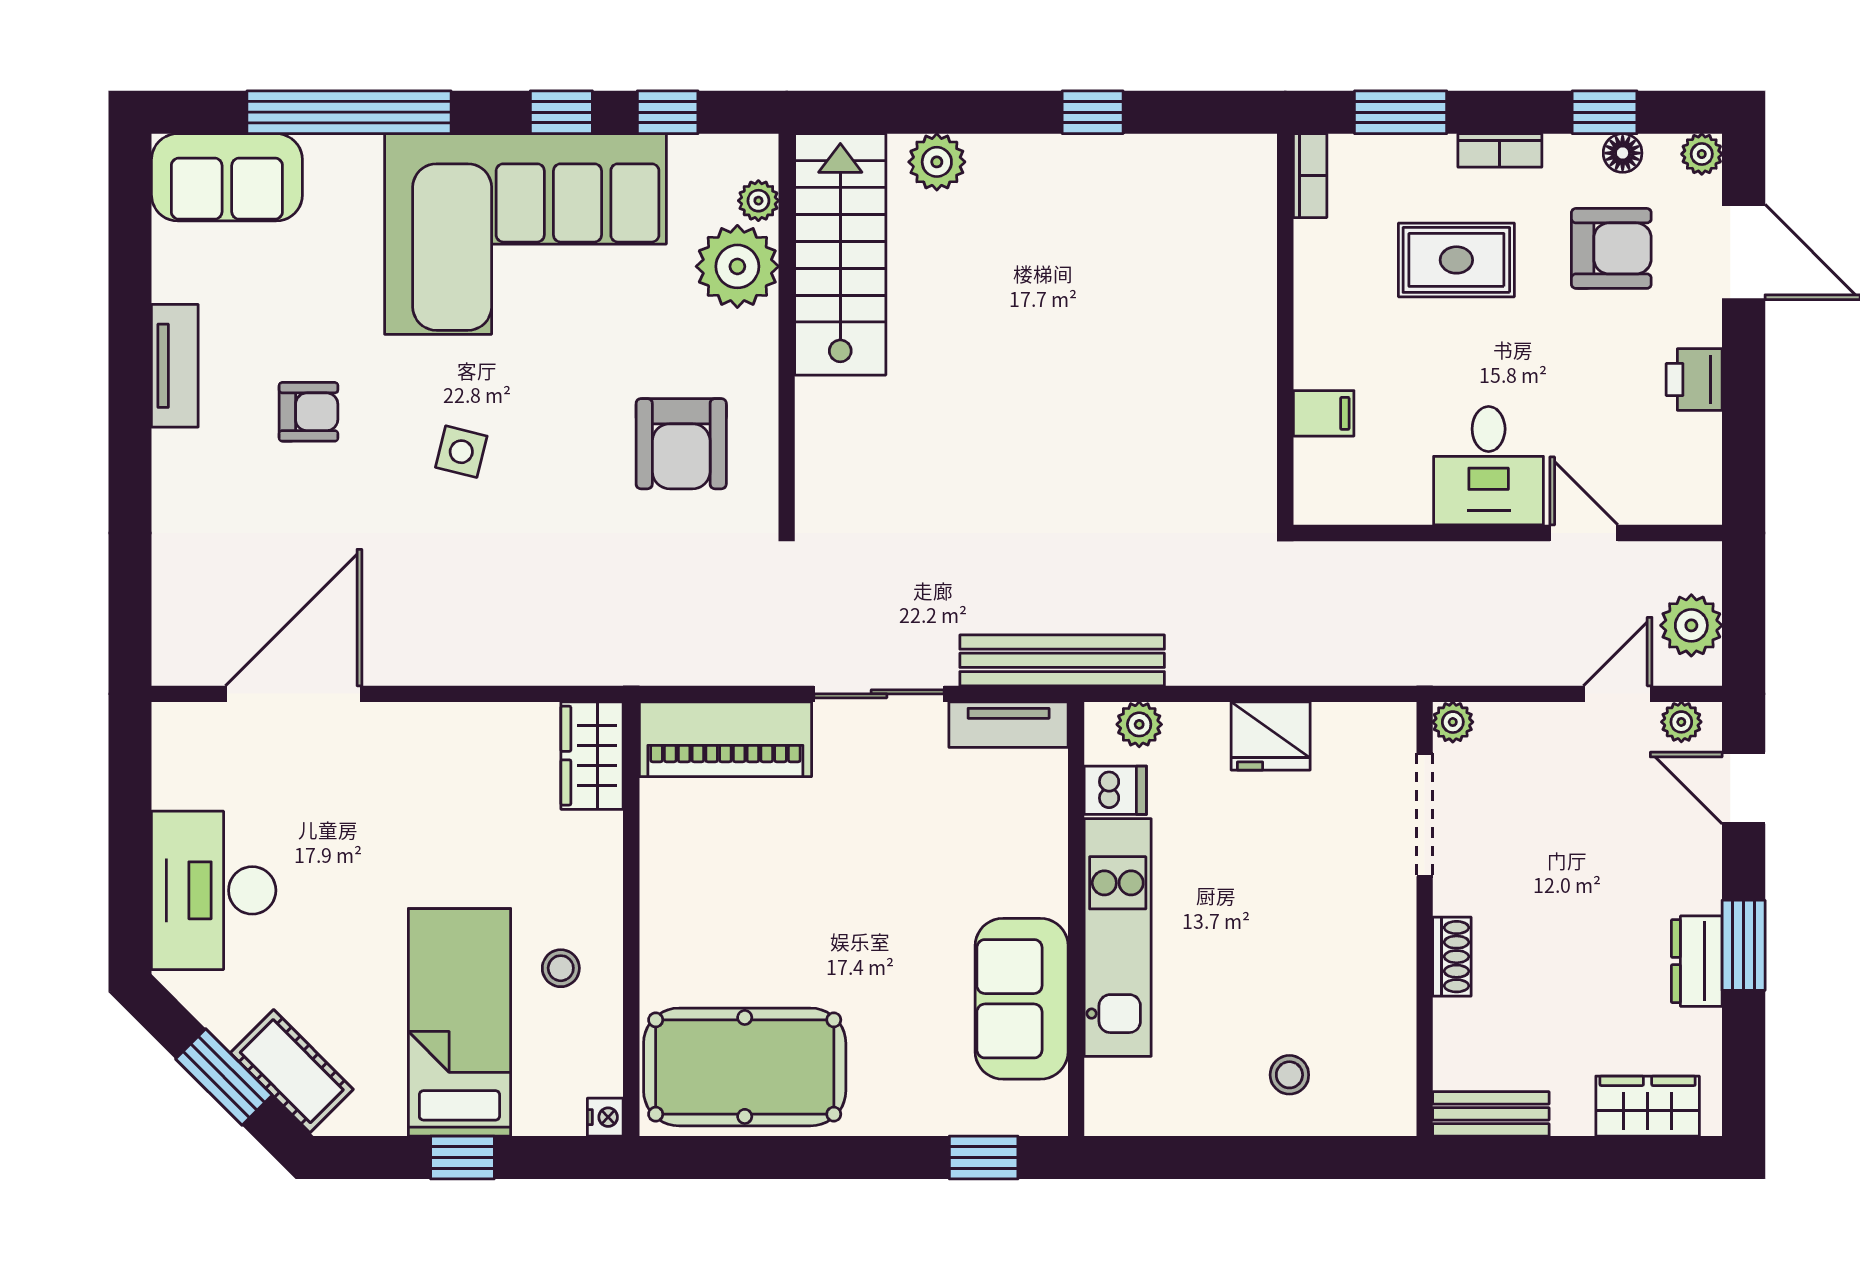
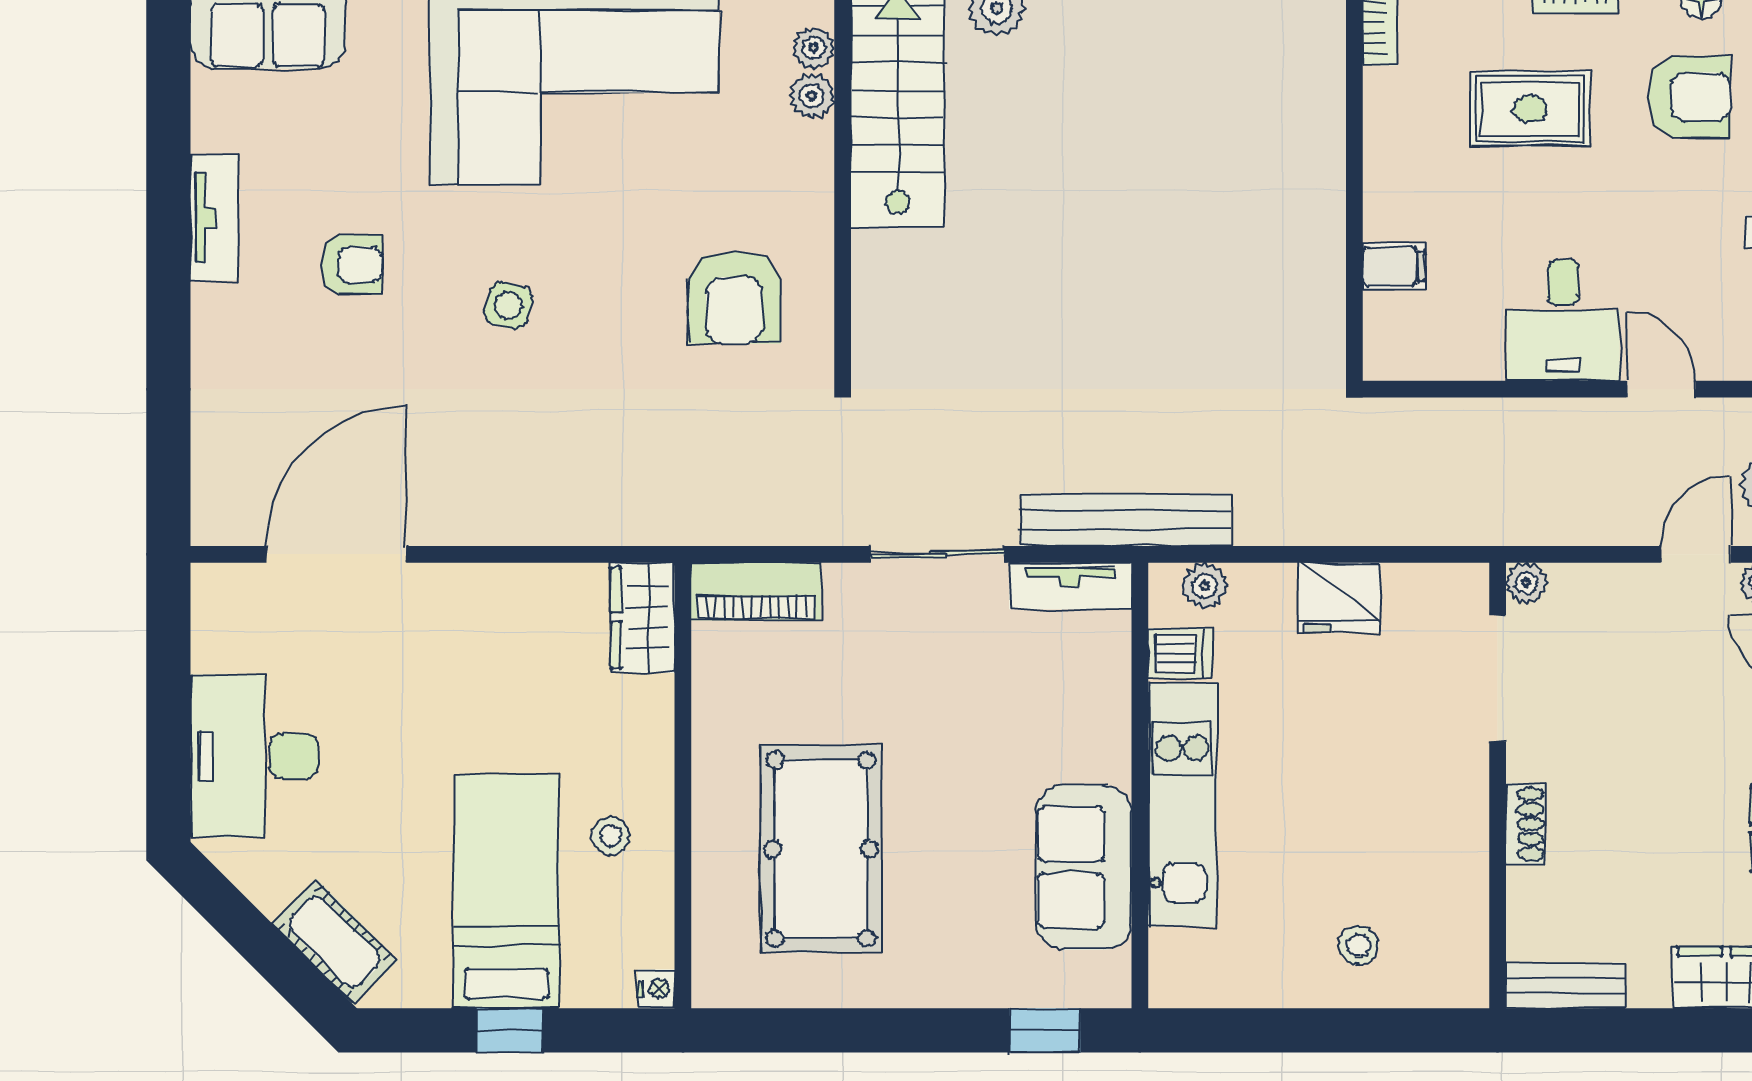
plant: (737, 266) -> (812, 96), width x0.53, depth x0.53
piano: (725, 739) -> (756, 591), width x0.73, depth x0.75
pool table: (745, 1067) -> (821, 849), moved, turned 90
window: (224, 1077) -> (265, 948), removed

